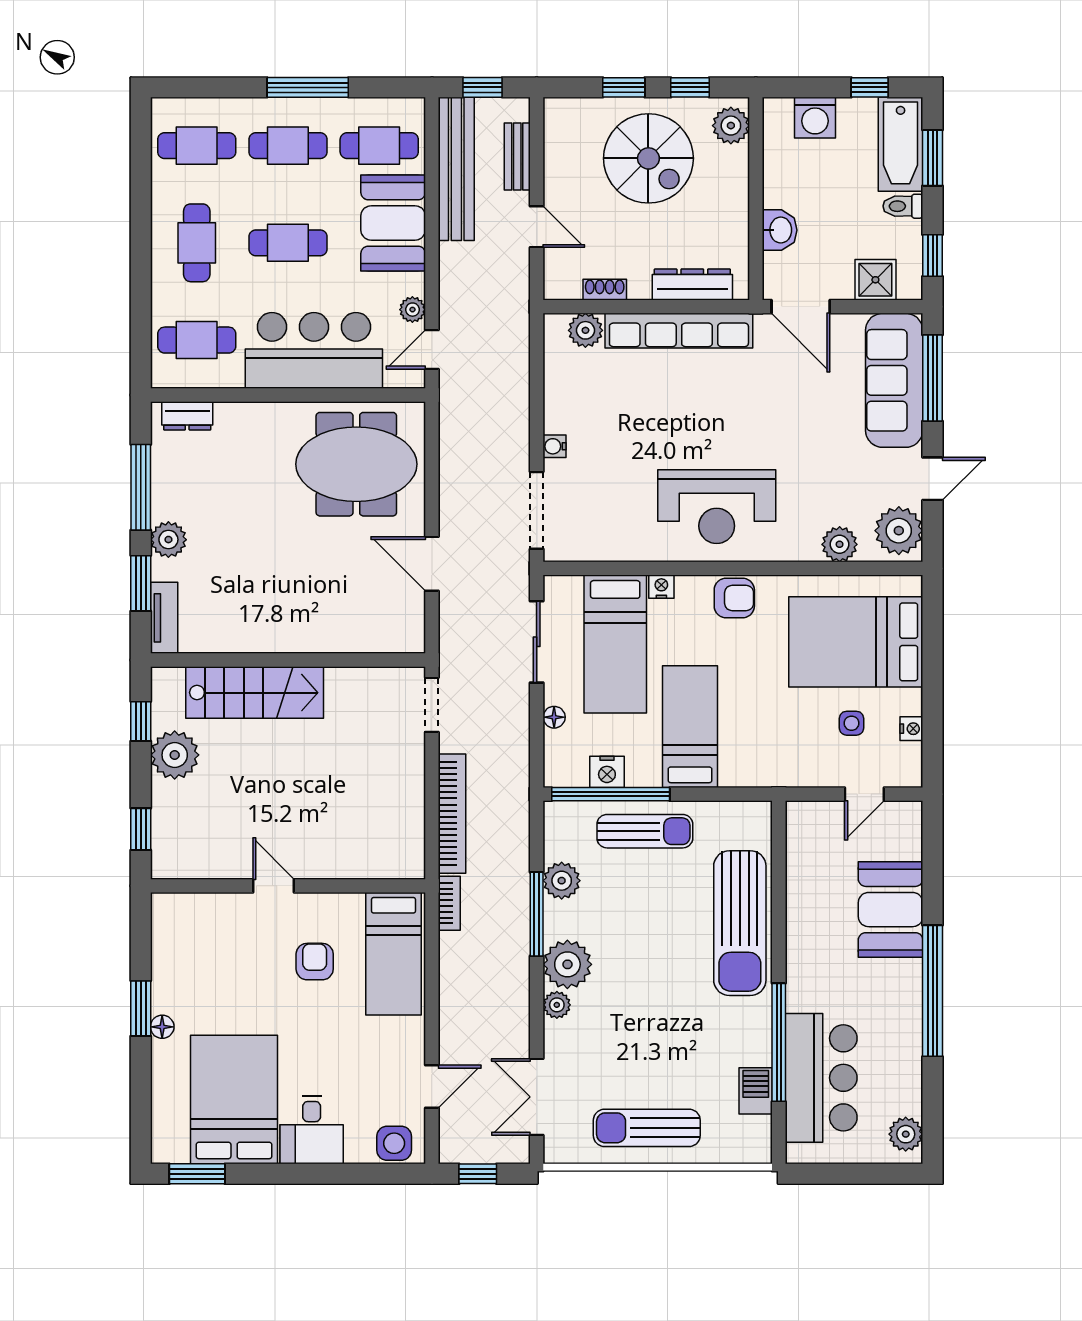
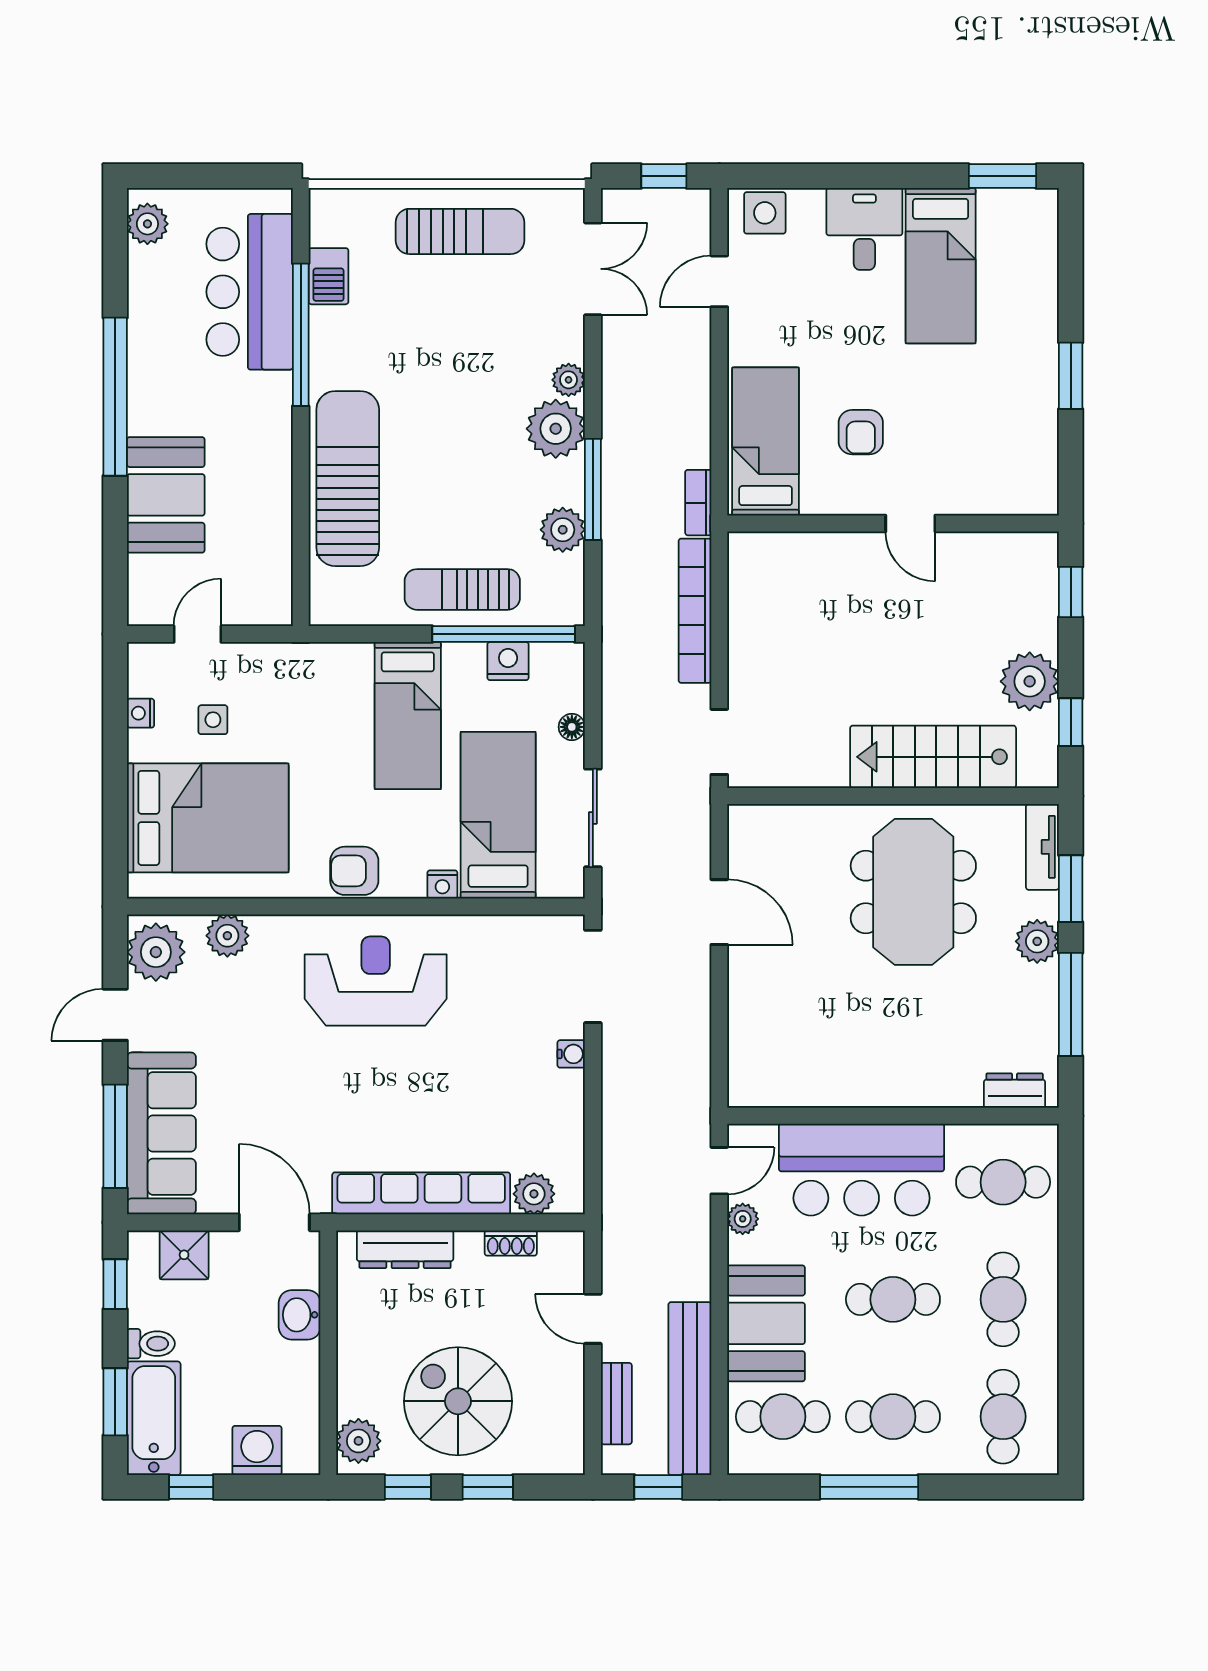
cafe table: (197, 146) -> (1003, 1417), turned 90
meeting table: (356, 464) -> (913, 892), moved, turned 90
floor lamp: (162, 1027) -> (1045, 353), removed
bed: (234, 1100) -> (941, 266), width x0.67

